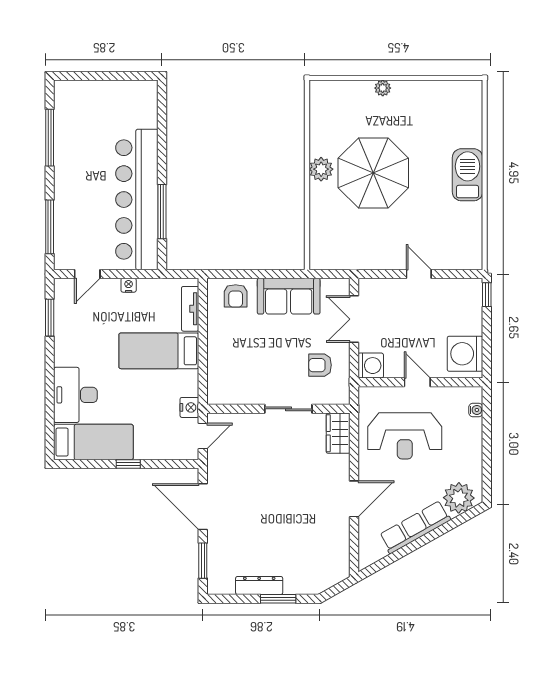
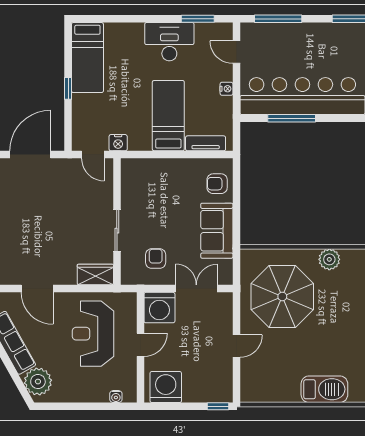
parasol: (373, 173) -> (282, 296), moved
washing machine: (371, 366) -> (159, 308), width x1.37, depth x1.37
desk: (75, 395) -> (169, 42), moved

